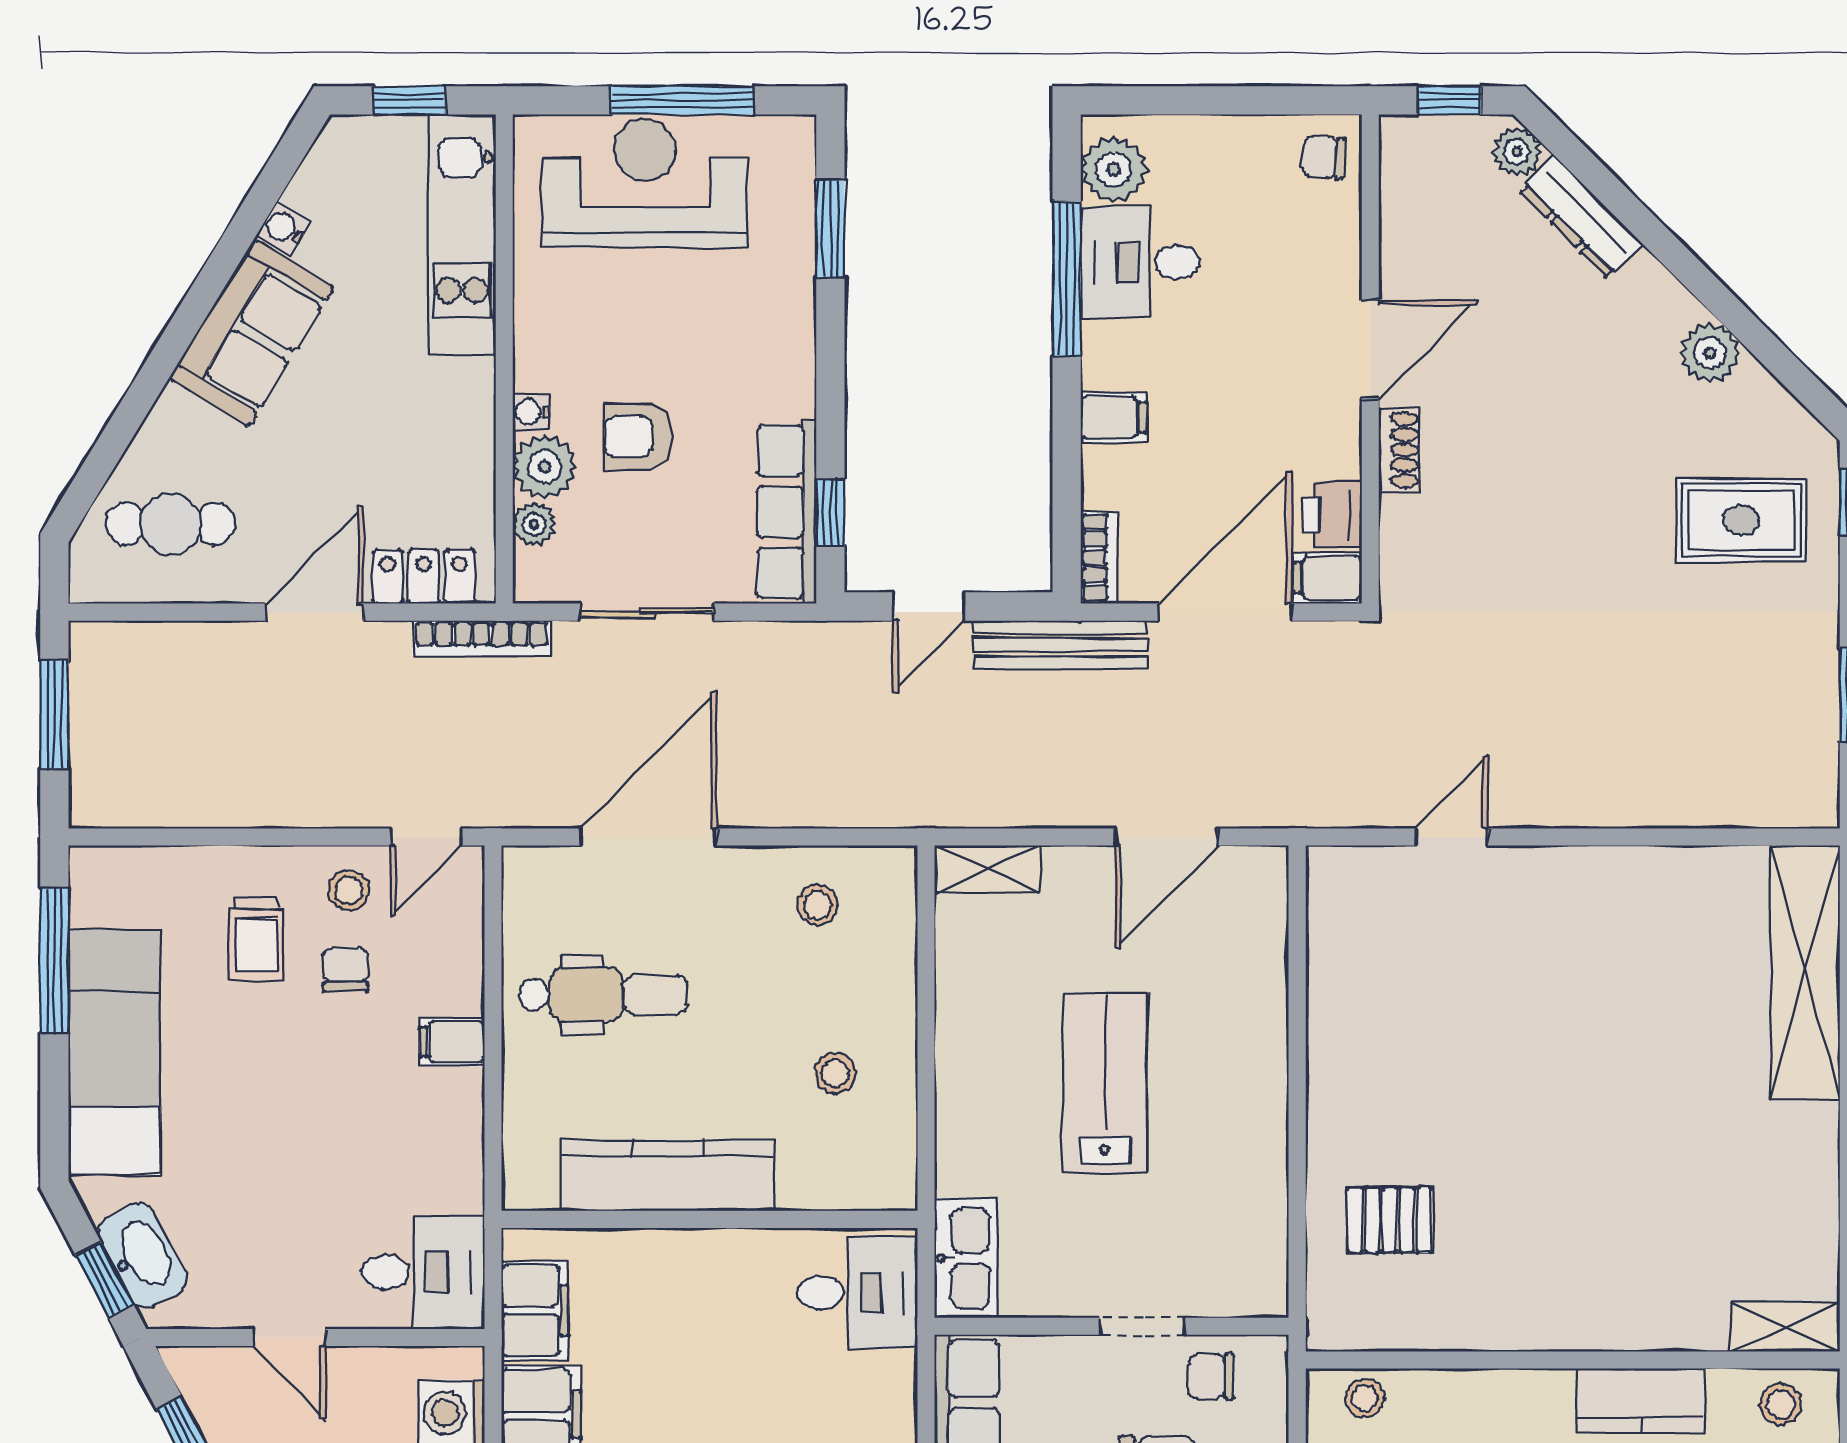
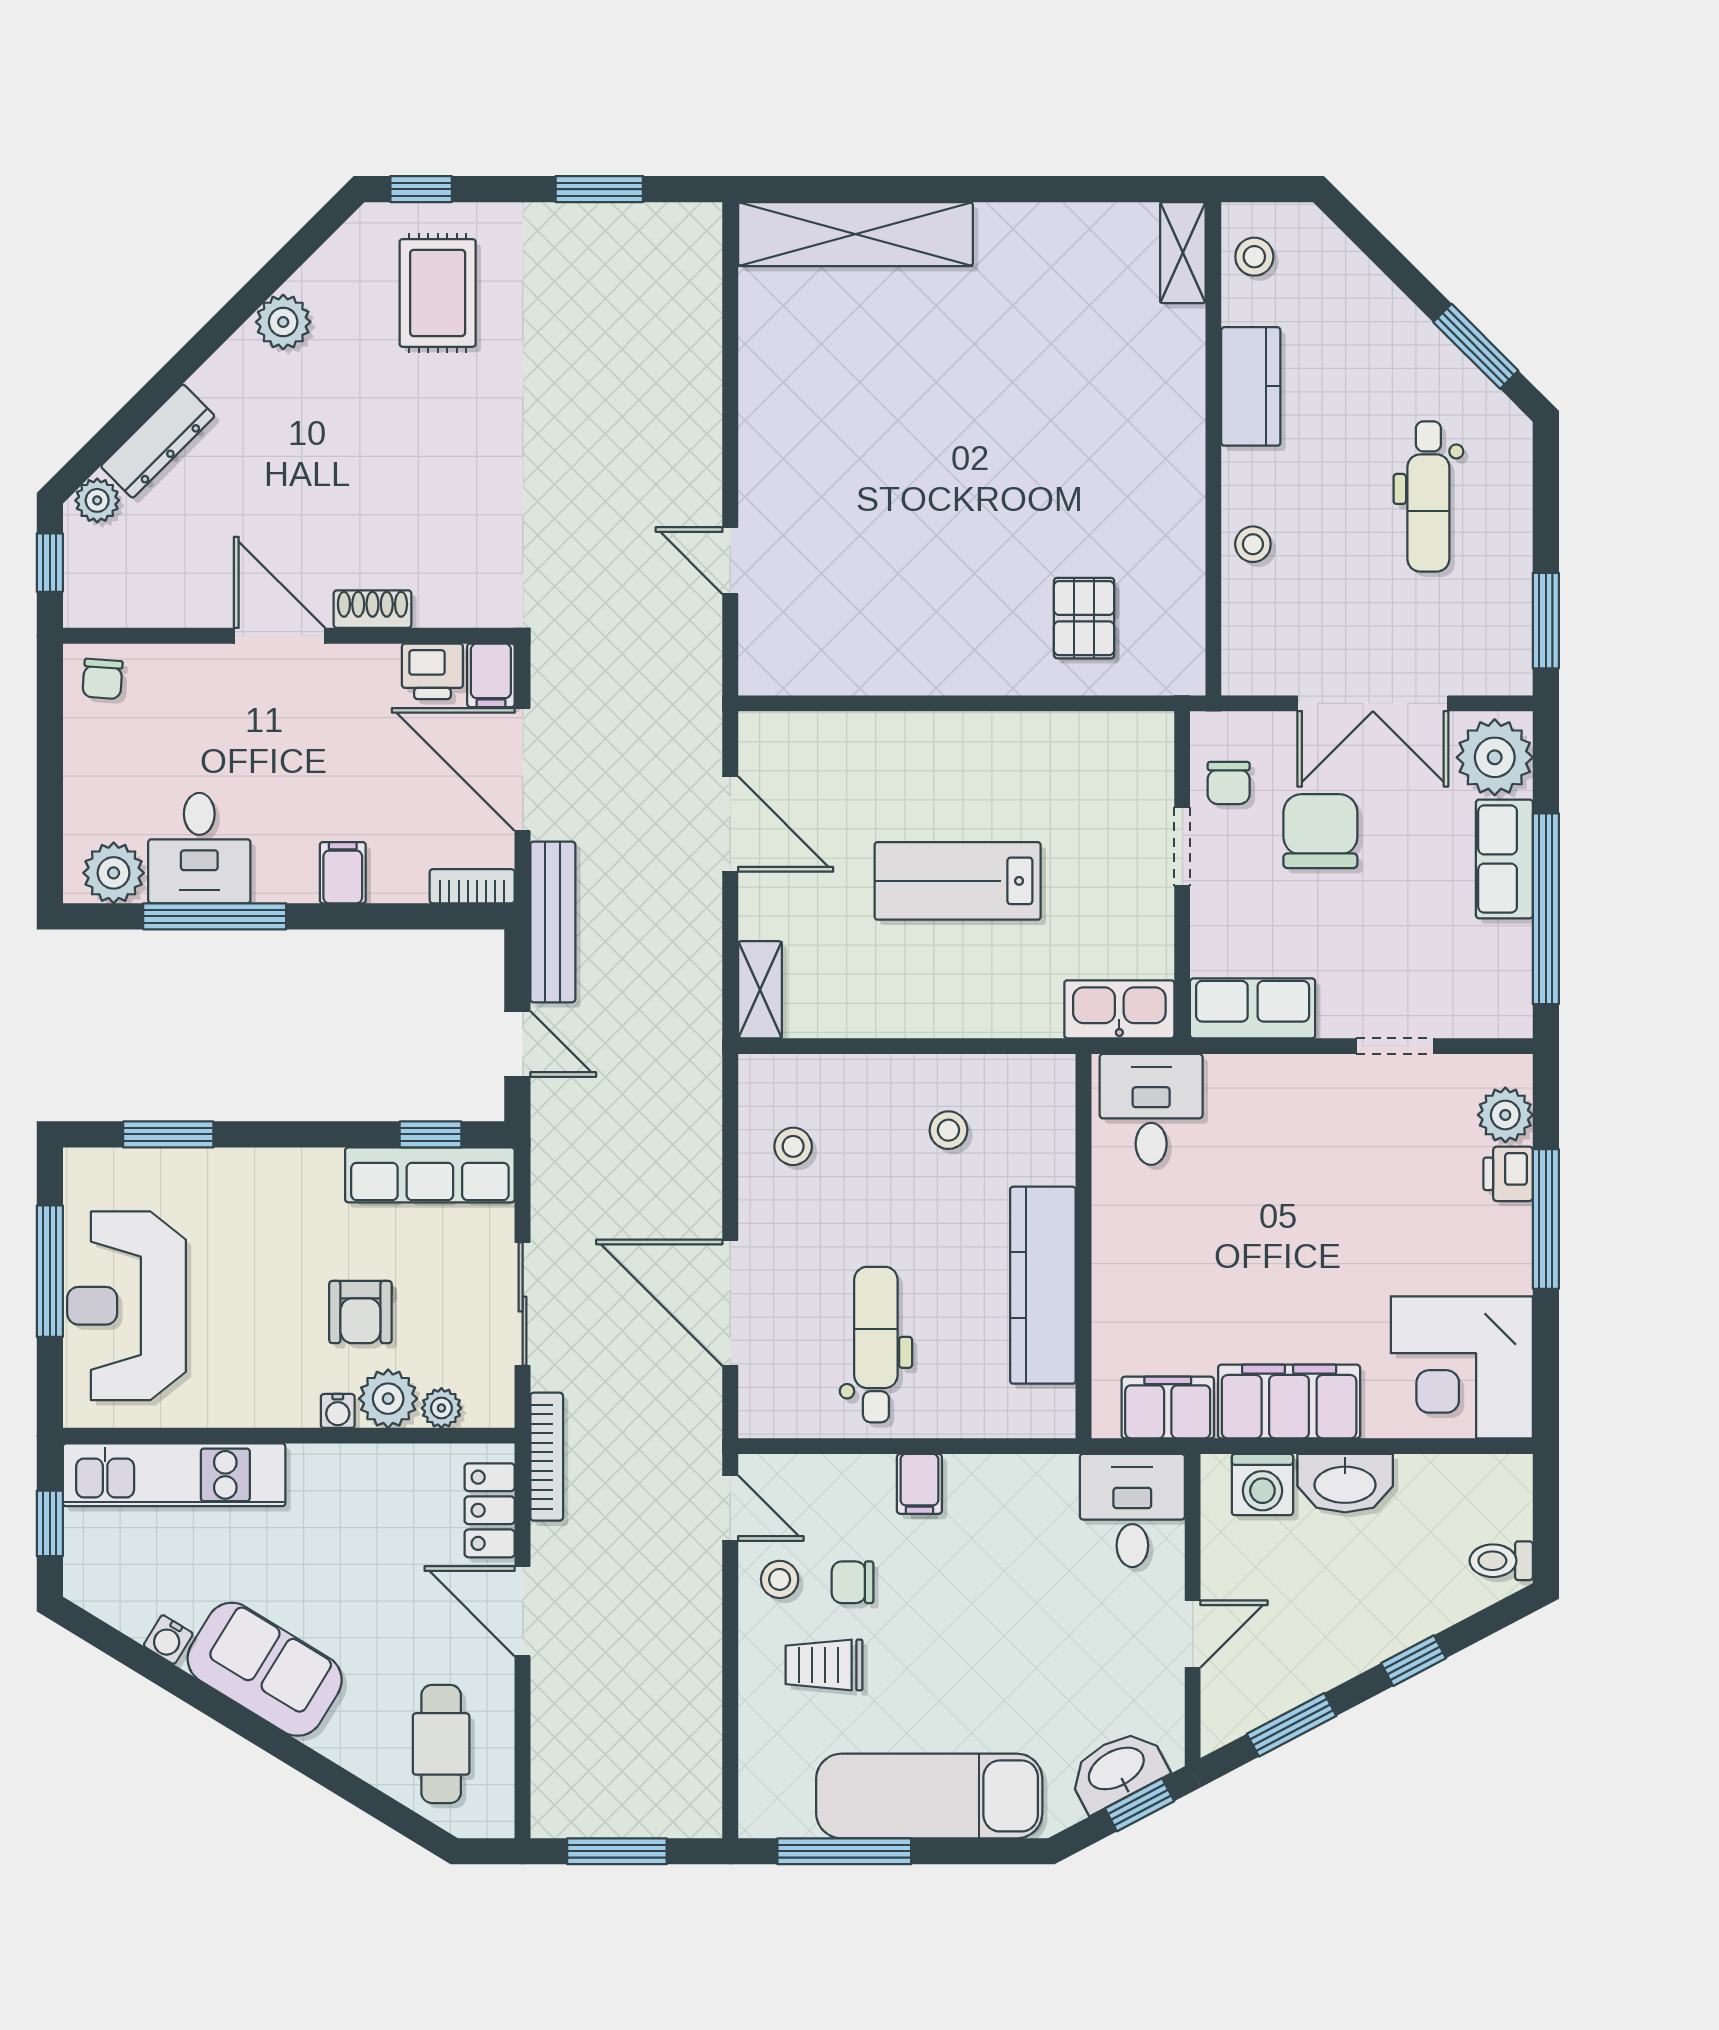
trolley: (256, 939) -> (824, 1665), turned 180
stool: (1365, 1398) -> (1253, 544), moved

